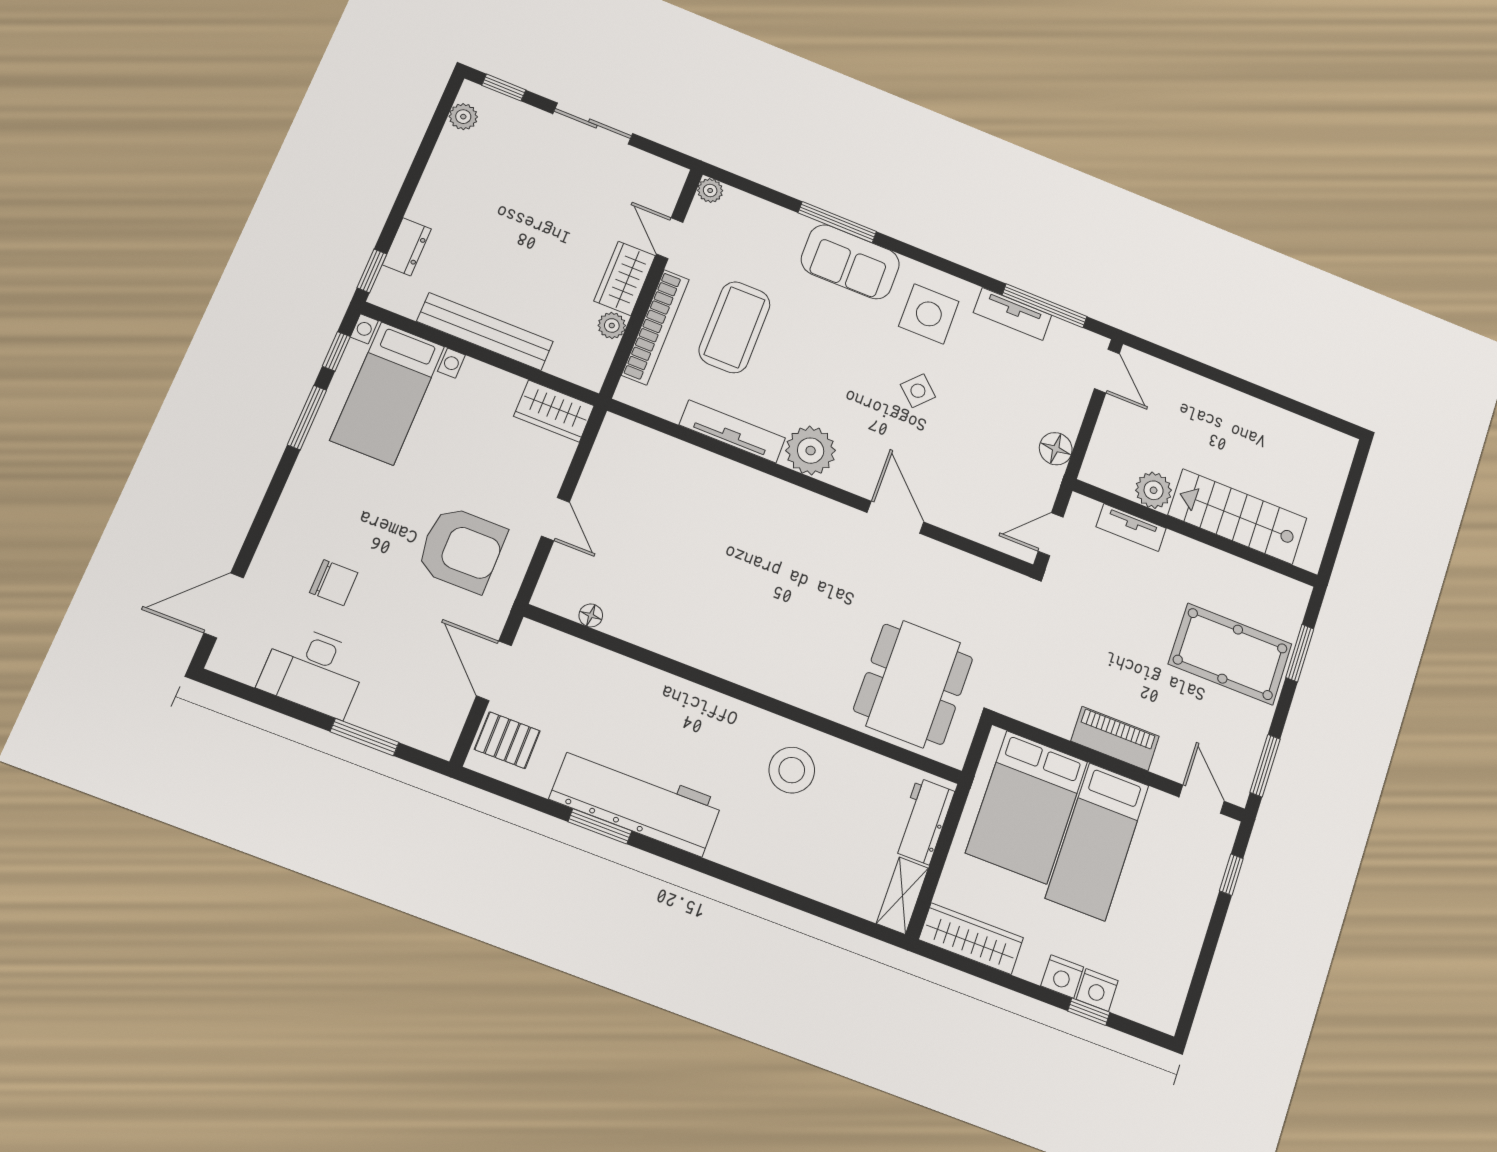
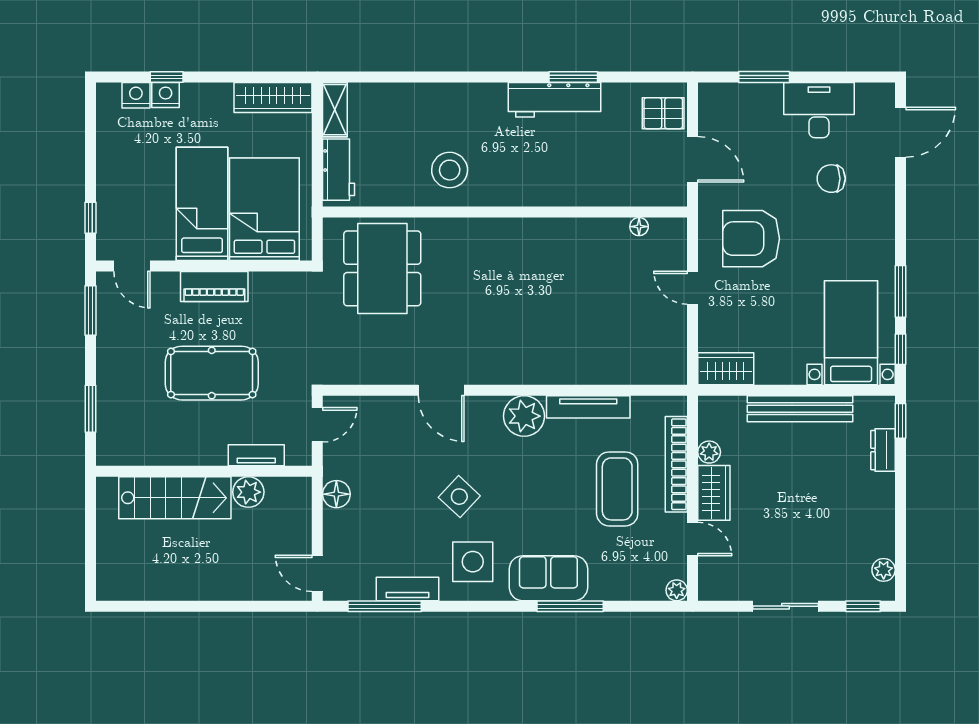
side table: (918, 391) -> (459, 497), width x1.37, depth x1.37
pool table: (1230, 654) -> (212, 373), moved
workbench: (636, 800) -> (555, 100), width x0.73, depth x0.76
nightstand: (1062, 976) -> (136, 95), moved

